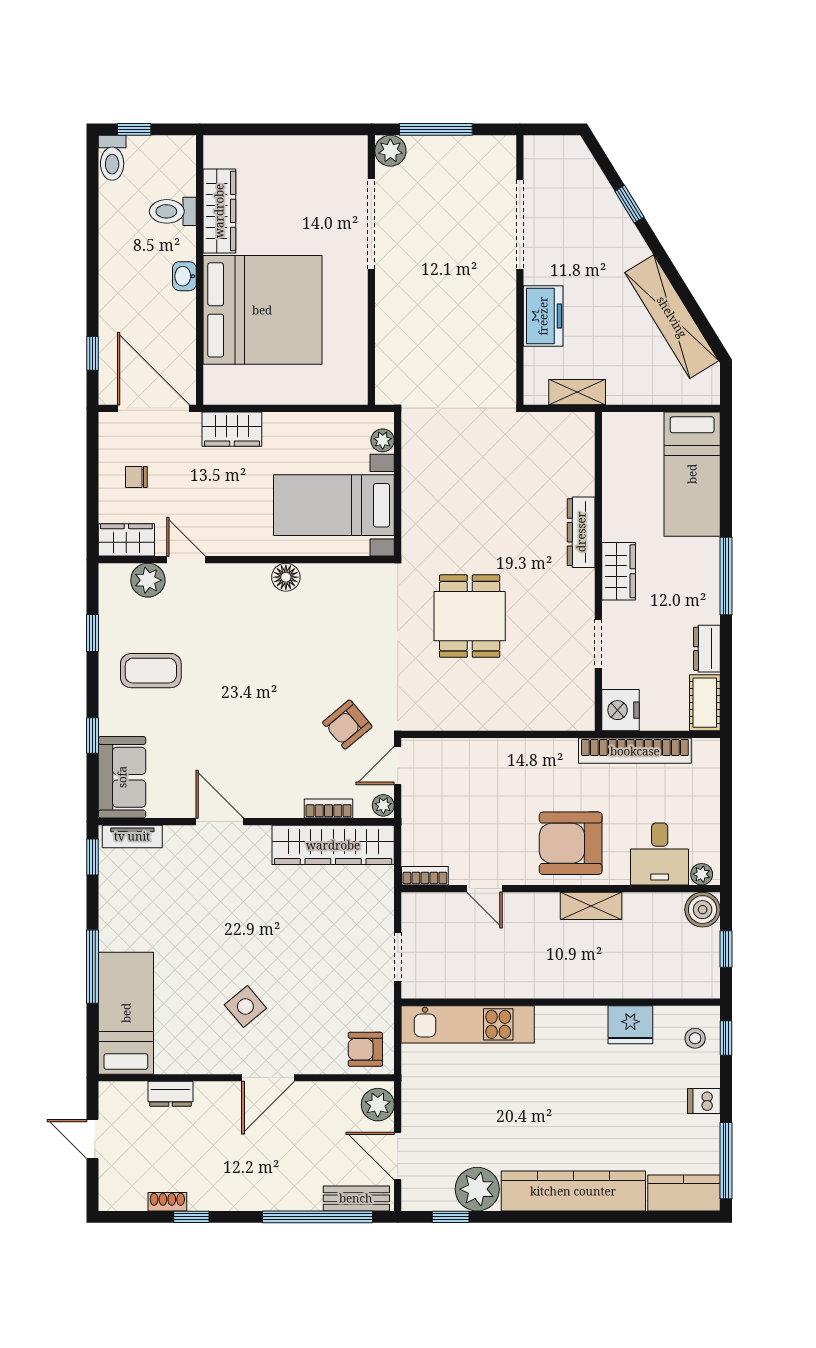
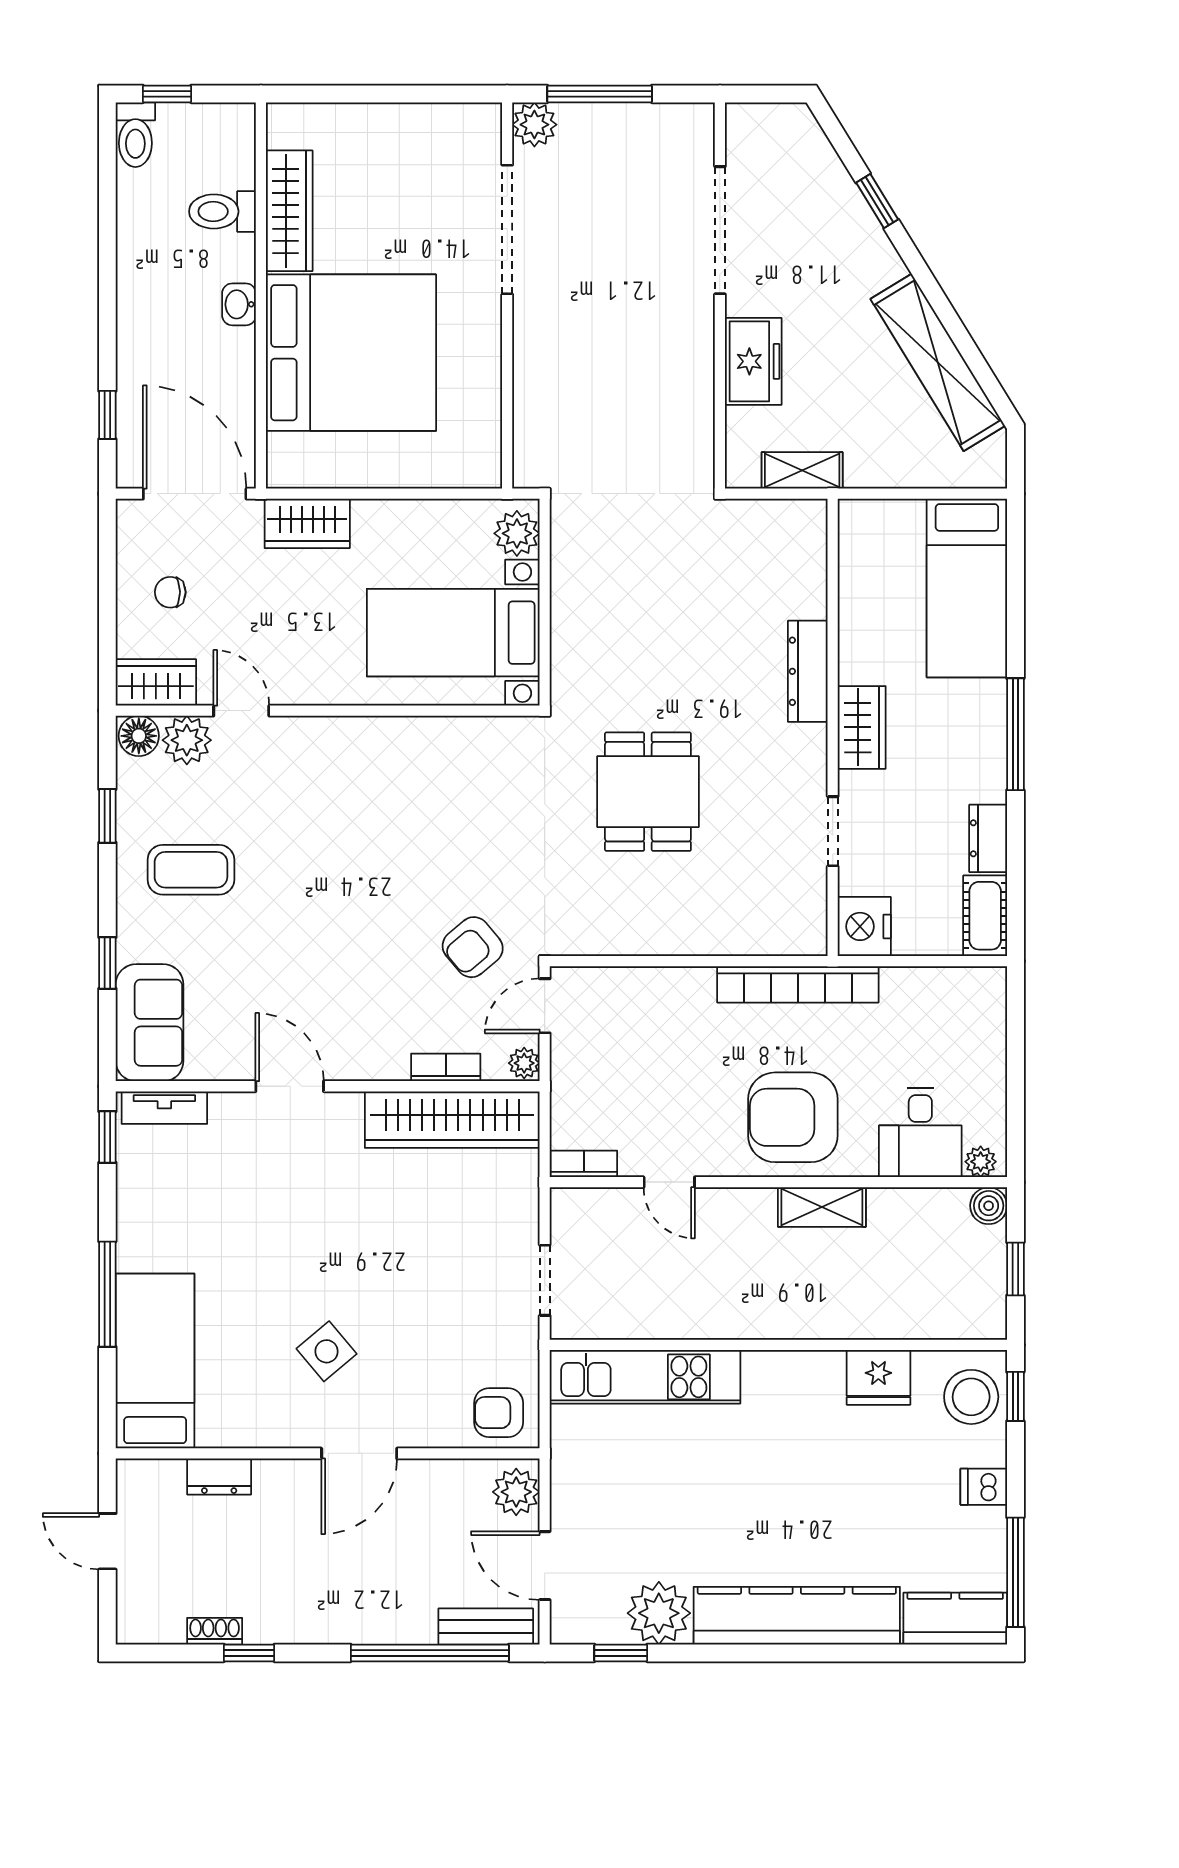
plant: (383, 440) -> (517, 533), width x1.38, depth x1.38
floor lamp: (286, 577) -> (139, 736), moved
bookcase: (635, 751) -> (798, 984), moved
boiler: (703, 910) -> (989, 1206), width x0.73, depth x0.73
stool: (695, 1038) -> (971, 1397), width x1.89, depth x1.89

